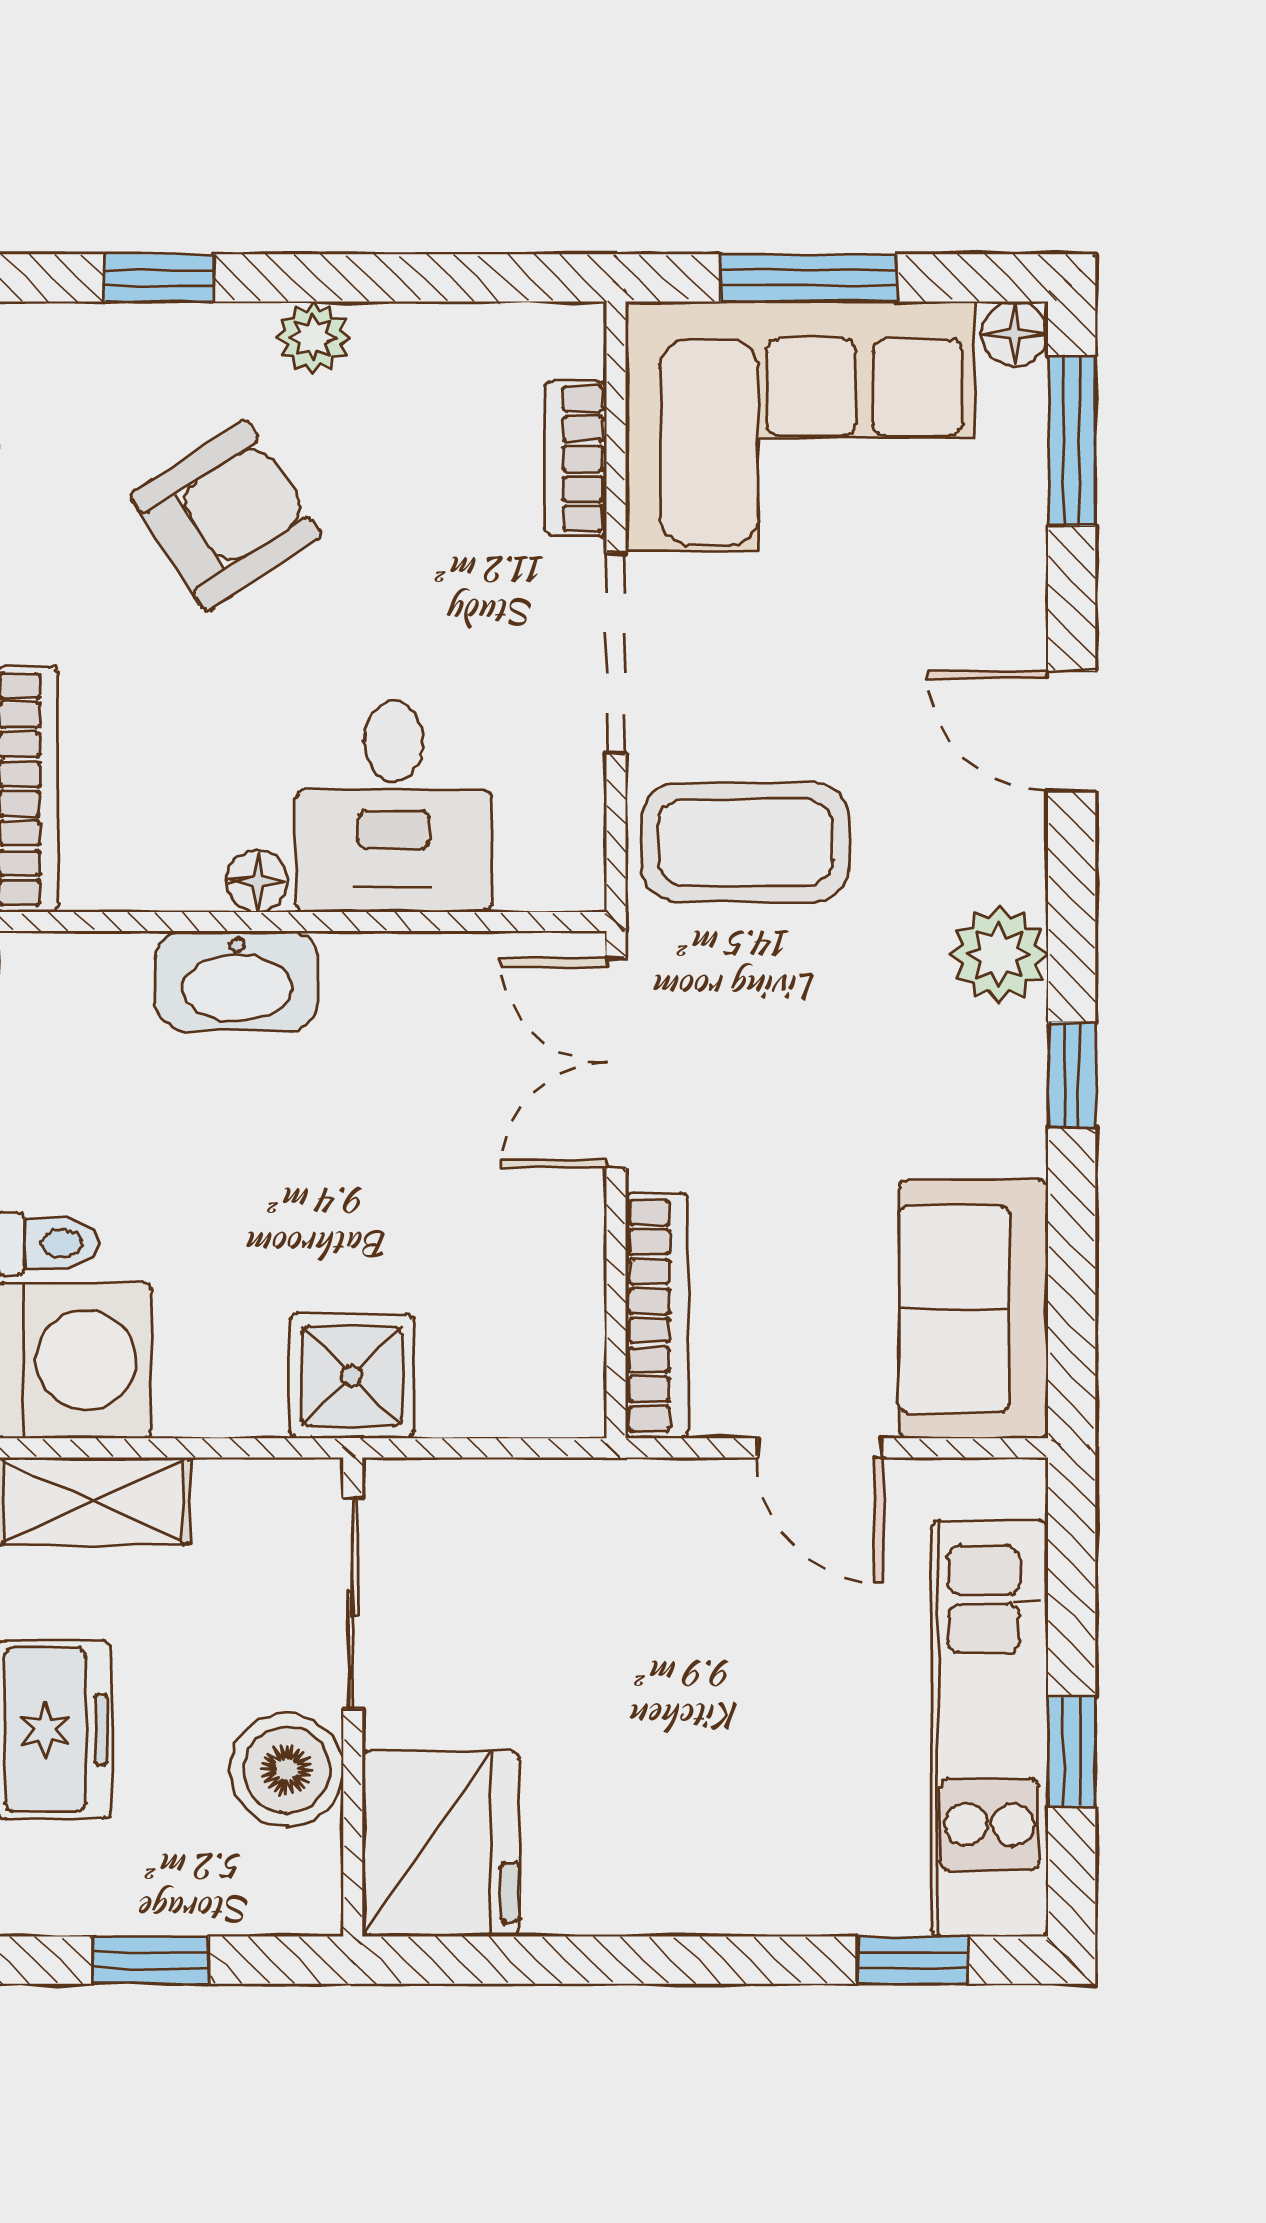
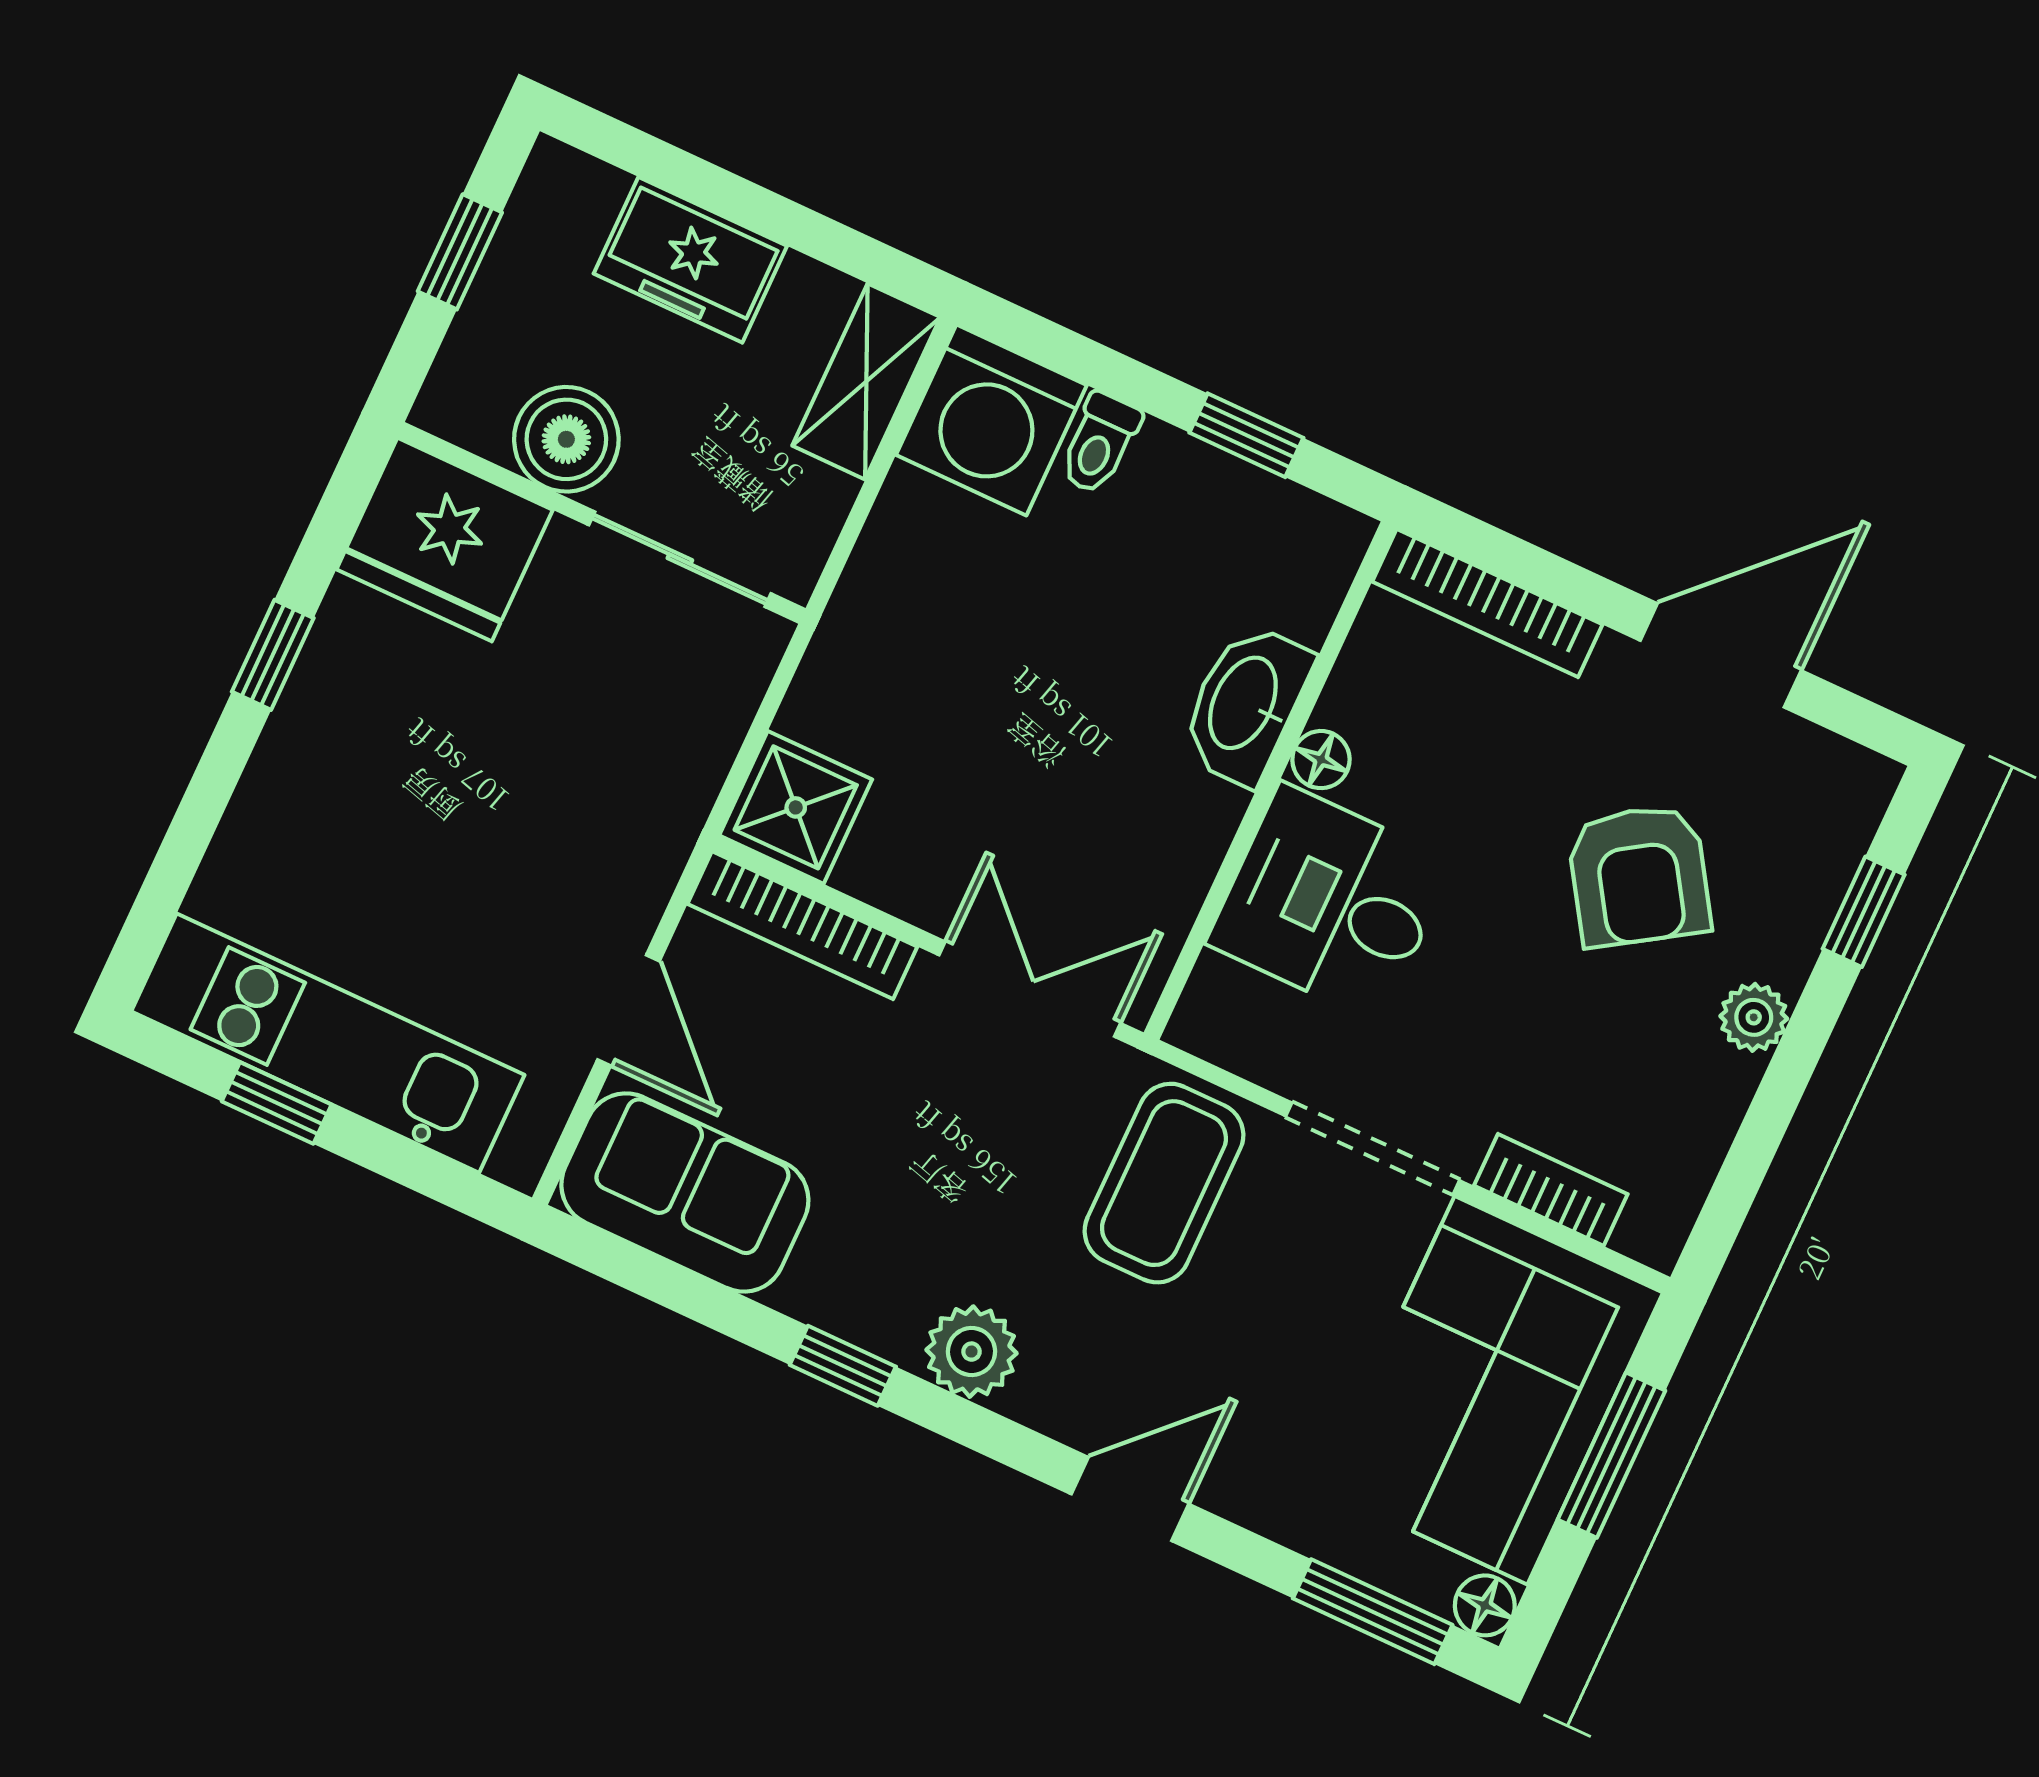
shower: (352, 1376) -> (796, 807), moved
door: (820, 1448) -> (628, 1010), swing flipped
window: (913, 1960) -> (273, 655), moved

